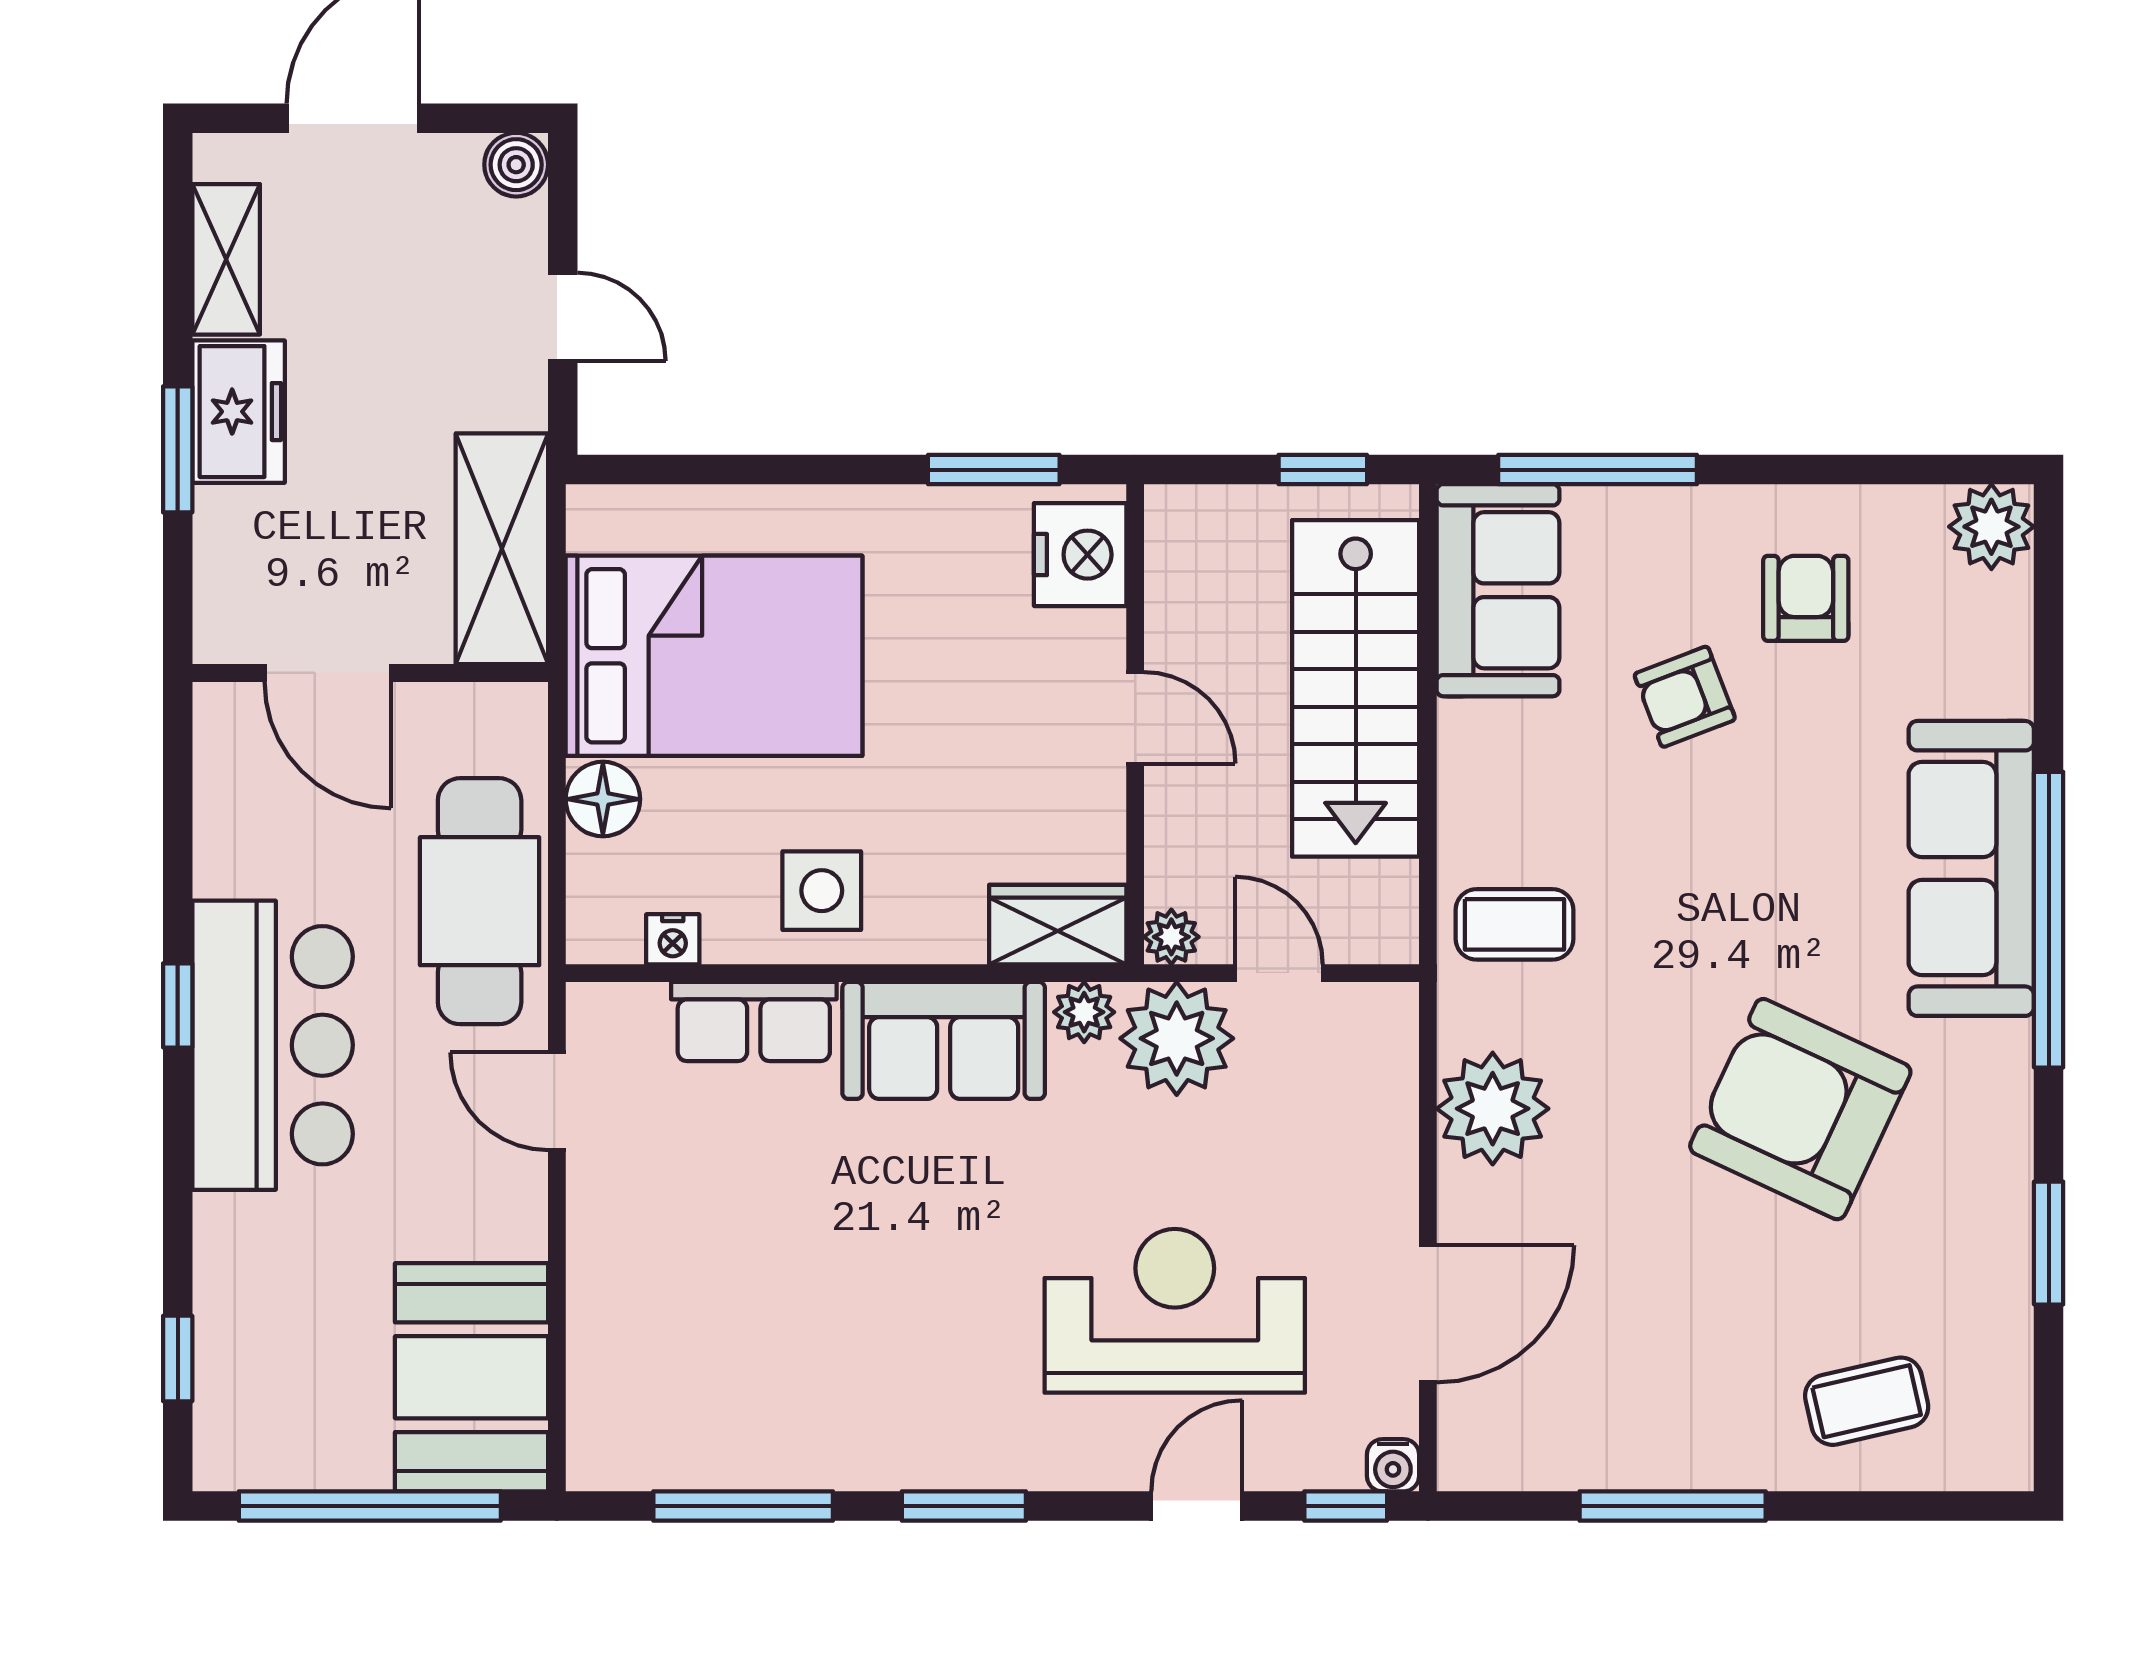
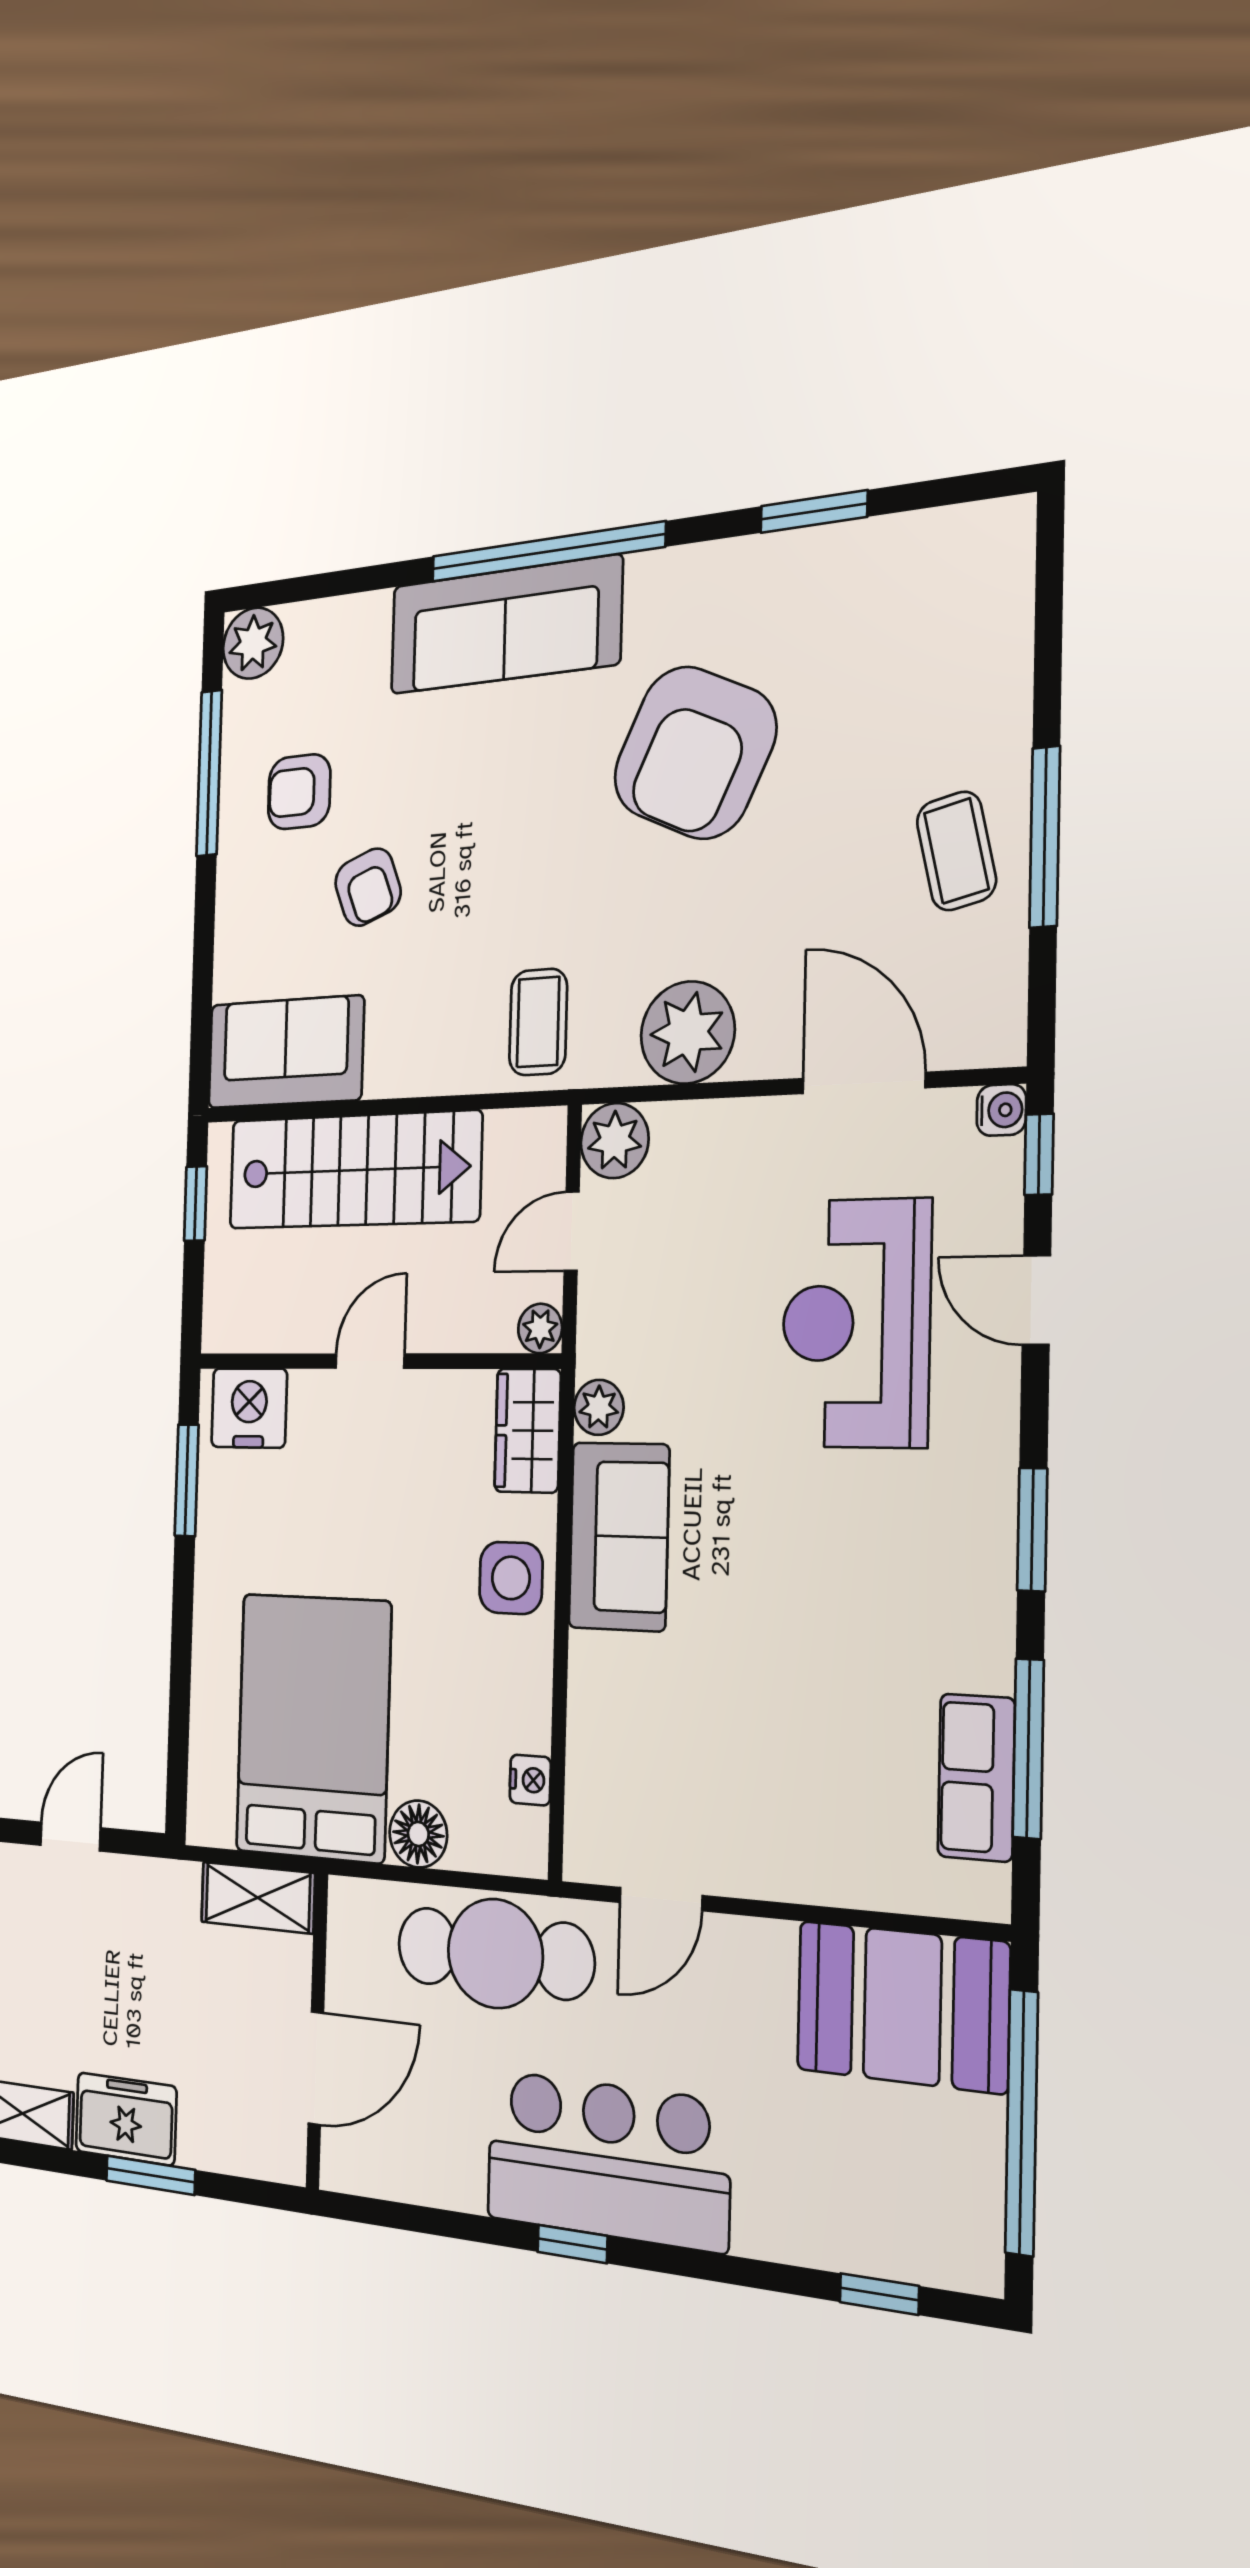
window: (1598, 470) -> (209, 773), moved
shelving: (502, 549) -> (258, 1898), width x0.67, depth x0.75
side table: (822, 891) -> (511, 1578), moved
row of seats: (754, 1021) -> (976, 1777), moved, turned 180
plant: (1177, 1038) -> (615, 1141), moved, width x0.73, depth x0.73
coffee table: (1867, 1401) -> (956, 851), moved

